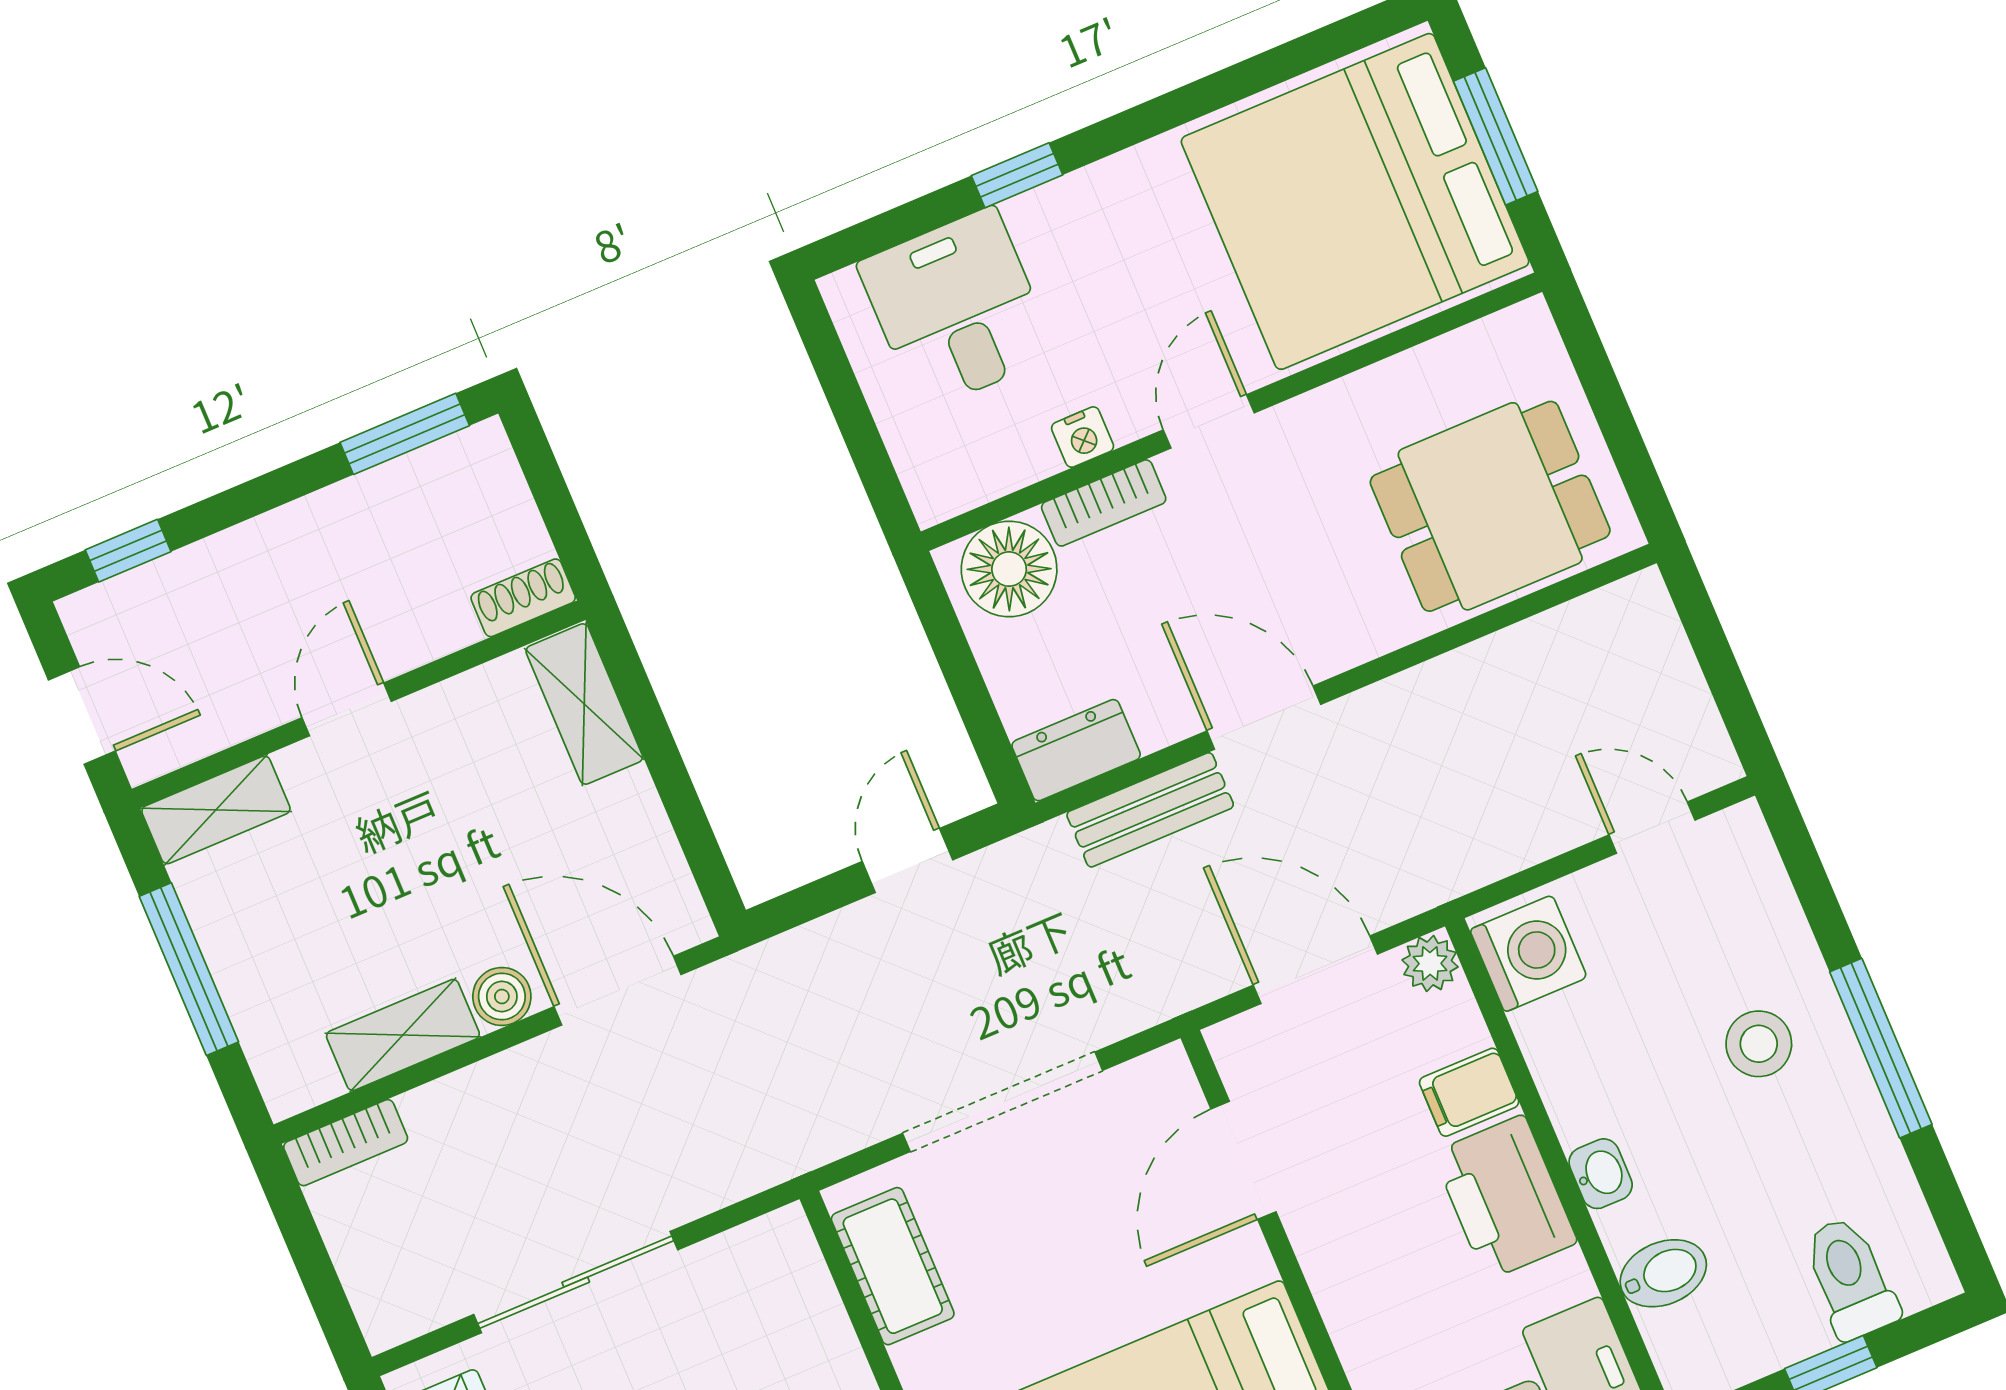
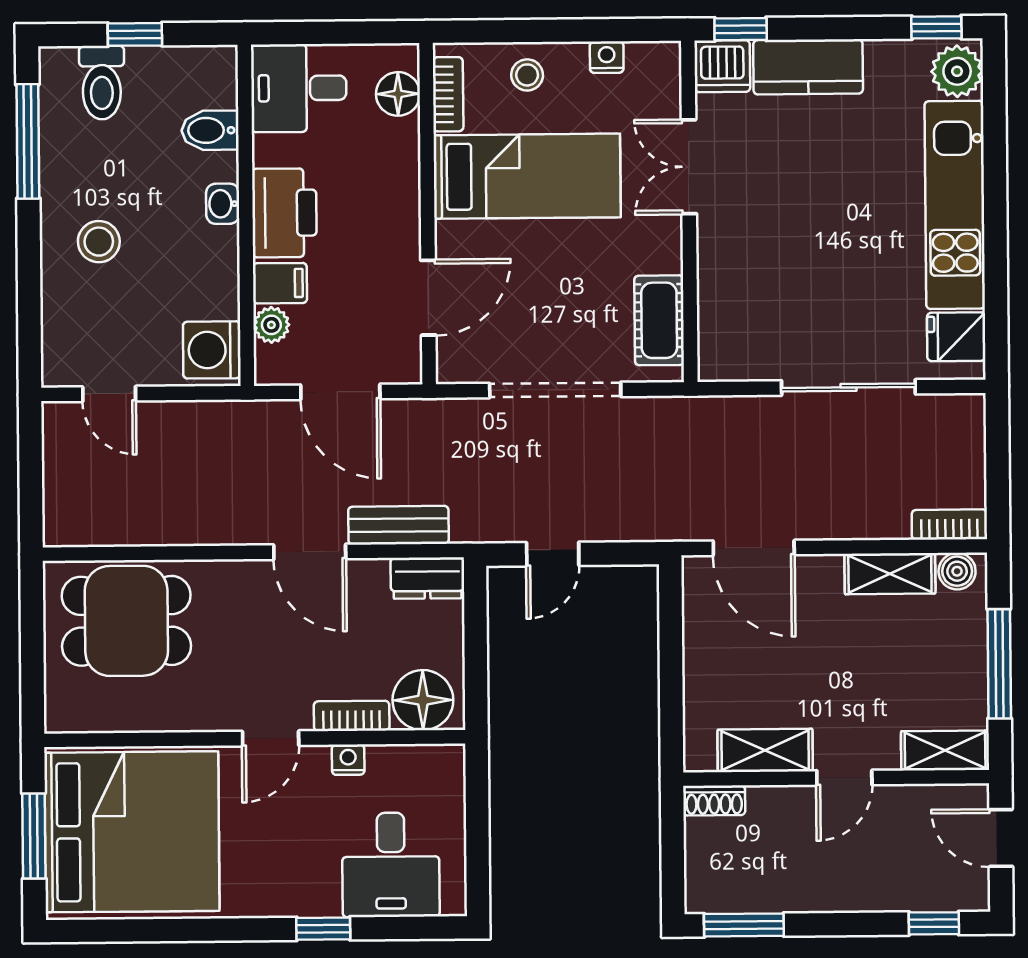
shelving: (584, 704) -> (765, 750), moved, turned 90
plant: (1430, 963) -> (271, 325), moved
boiler: (502, 997) -> (957, 571), moved
window: (1881, 1048) -> (28, 141), moved

